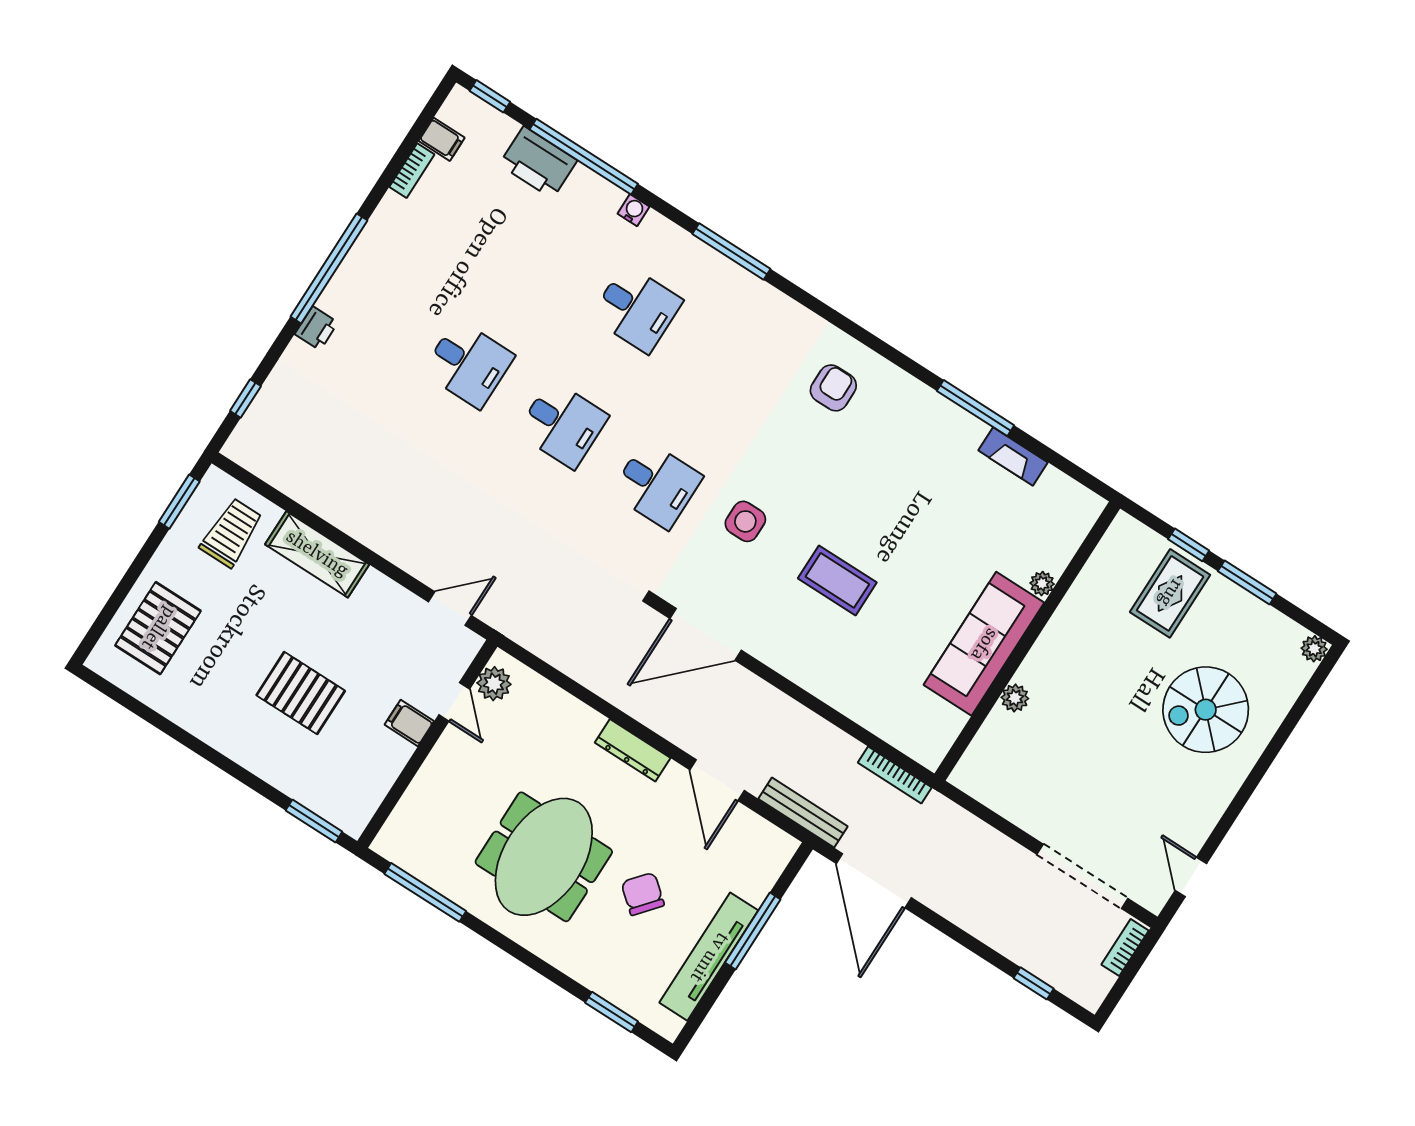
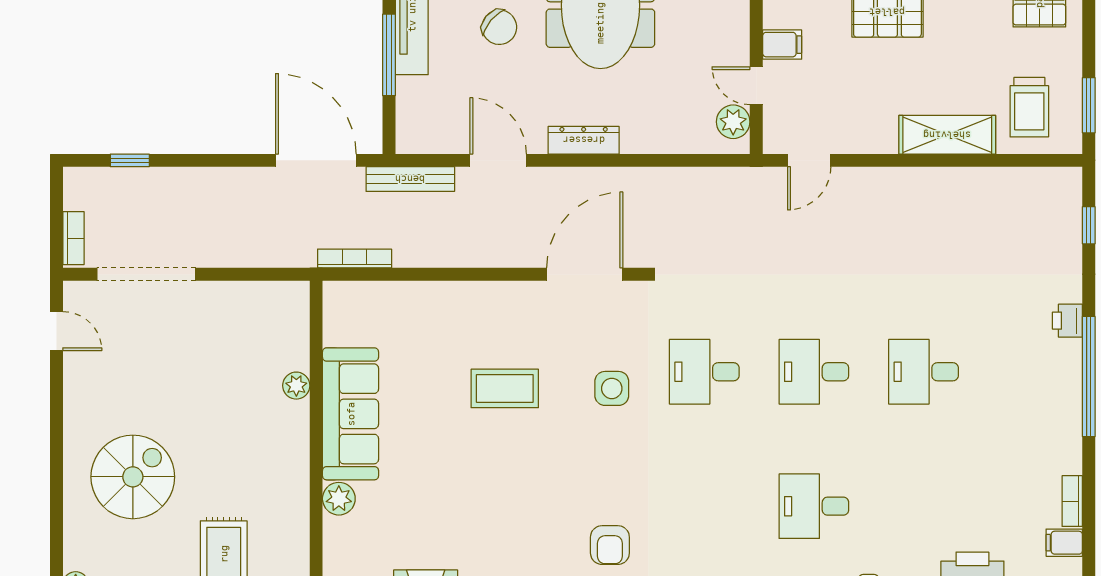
plant: (1042, 584) -> (339, 499), width x1.38, depth x1.38

